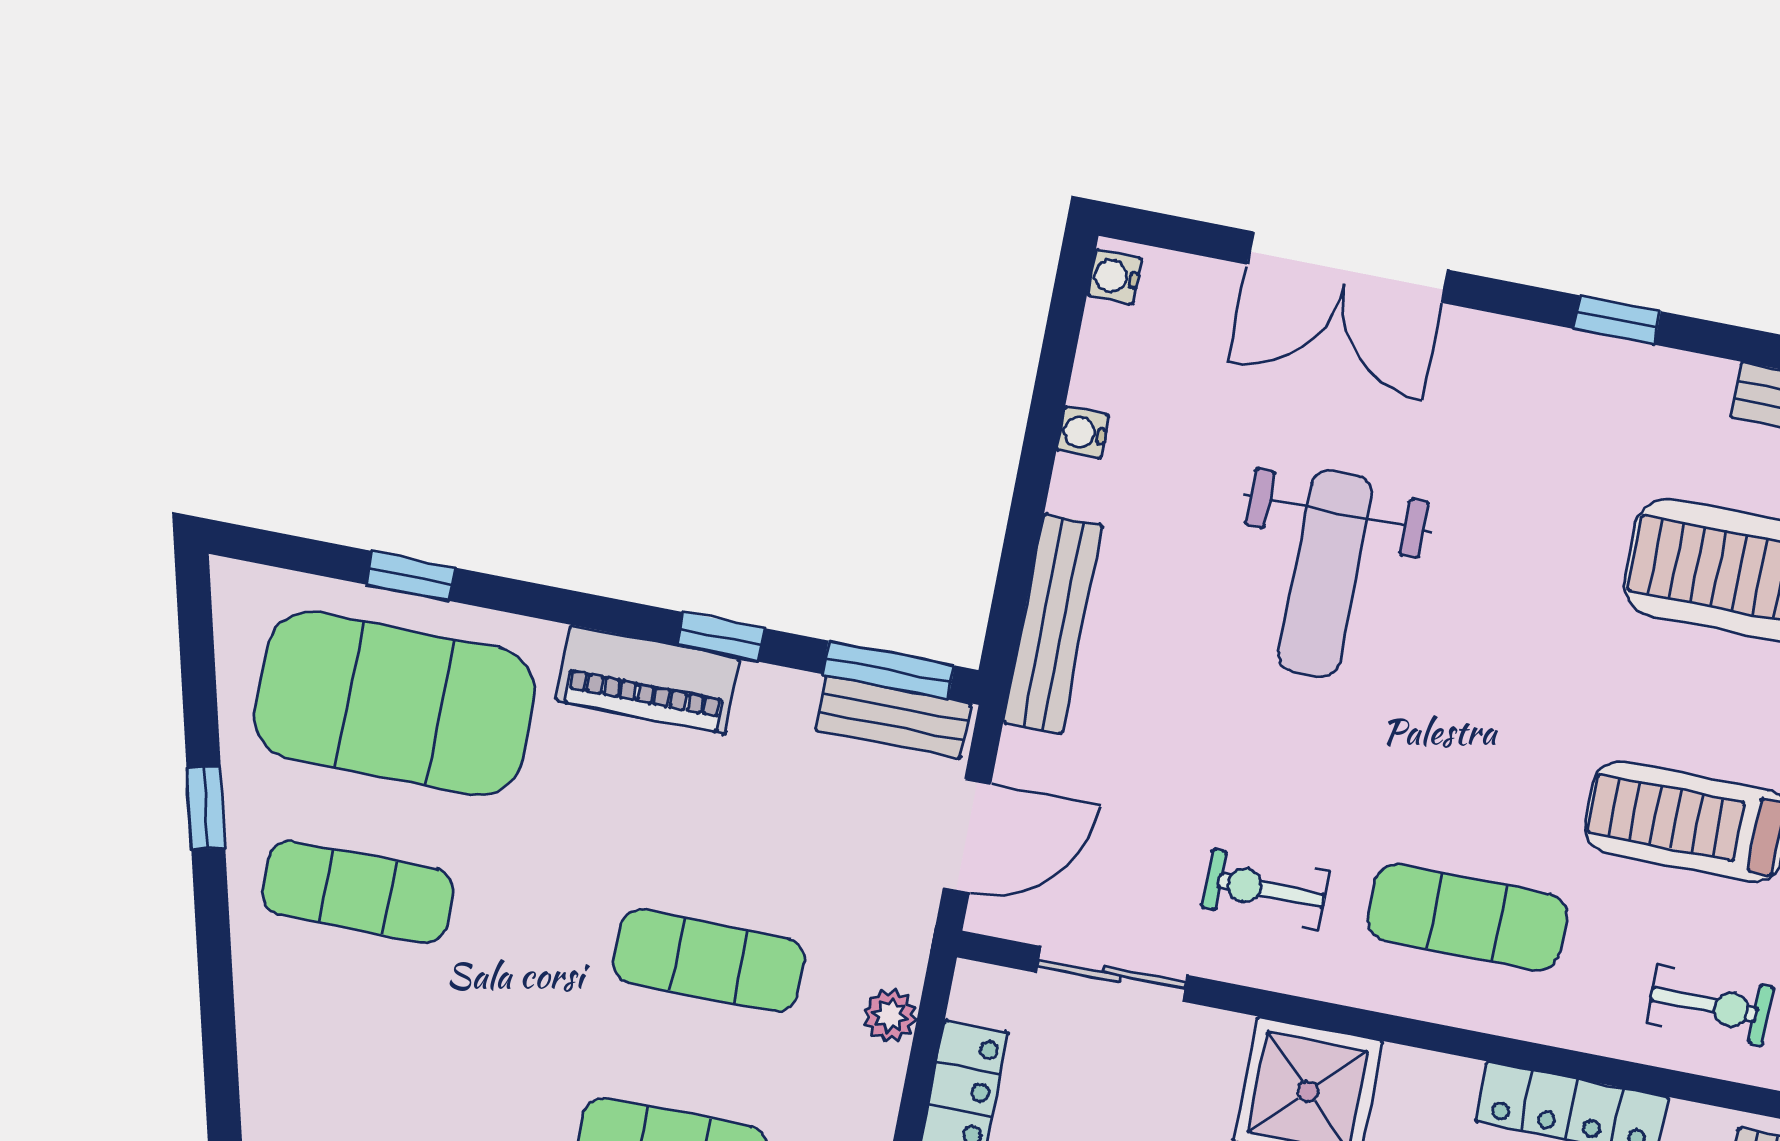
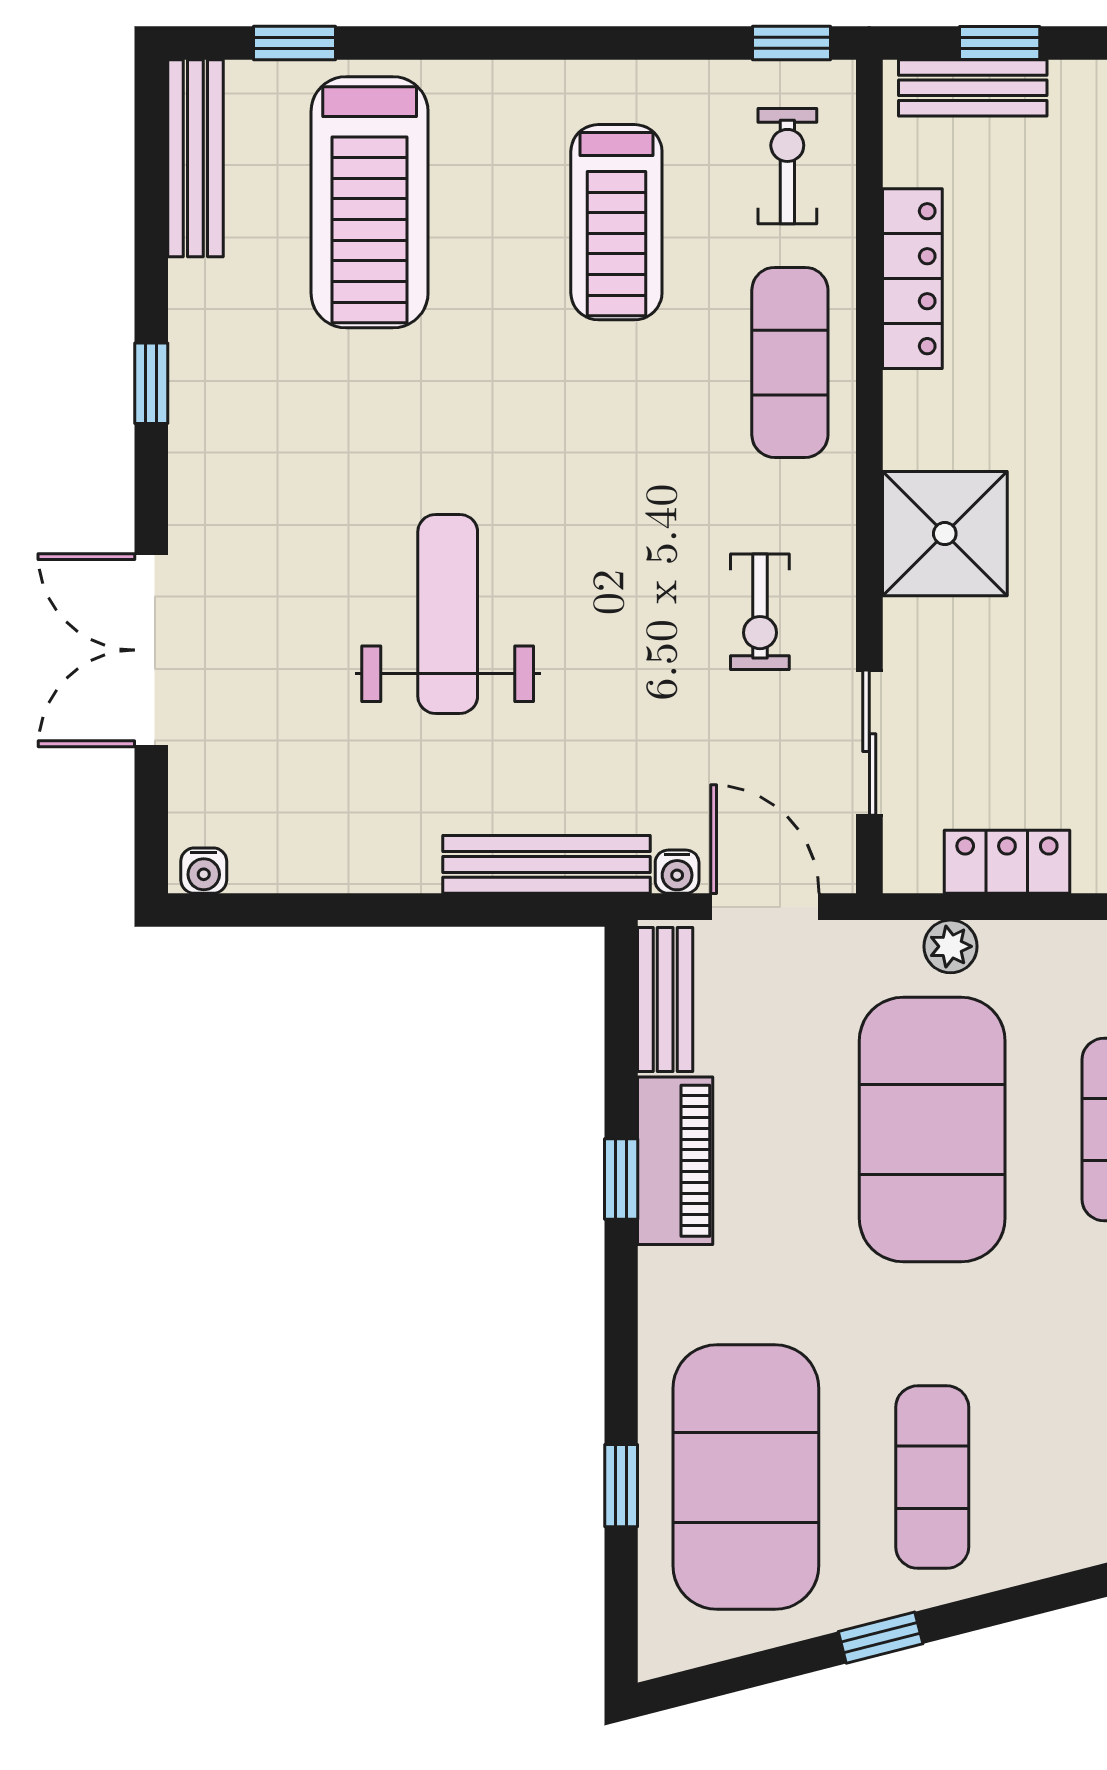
double door: (1347, 267) -> (151, 650), swing flipped
water cooler: (1083, 433) -> (677, 872), moved
weight bench: (1325, 574) -> (448, 614), turned -90
window: (888, 670) -> (621, 1013), removed
piano: (648, 679) -> (675, 1161), moved
exercise mat: (1467, 917) -> (790, 362), moved
exercise mat: (709, 961) -> (932, 1129), width x2.00, depth x1.45

